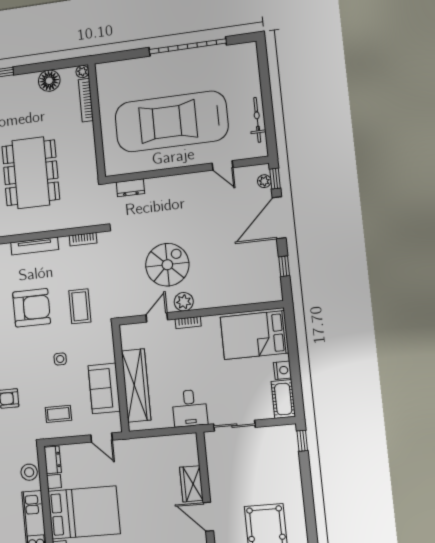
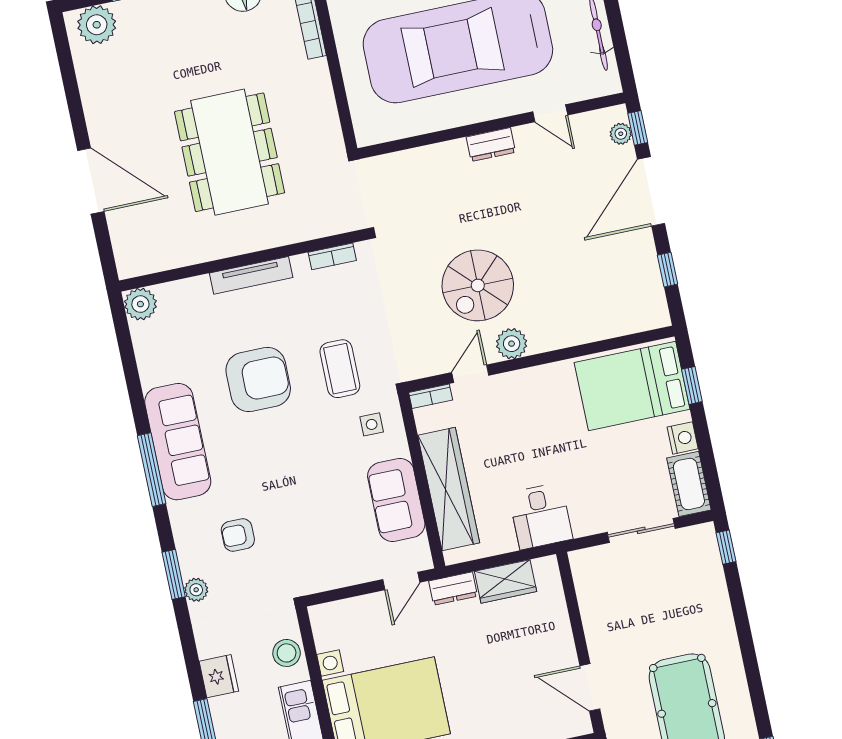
dresser: (130, 188) -> (491, 145), moved
spiral stairs: (167, 265) -> (478, 285), turned 180
bookcase: (188, 323) -> (431, 396), moved
window: (292, 339) -> (692, 385), added
side table: (60, 359) -> (372, 424), moved
coffee table: (58, 414) -> (325, 551), removed
sliding door: (234, 426) -> (641, 530), moved
door: (102, 437) -> (401, 581), hinge flipped
dresser: (53, 460) -> (453, 589), moved, turned 90
wardrobe: (191, 484) -> (506, 581), moved, turned -90

